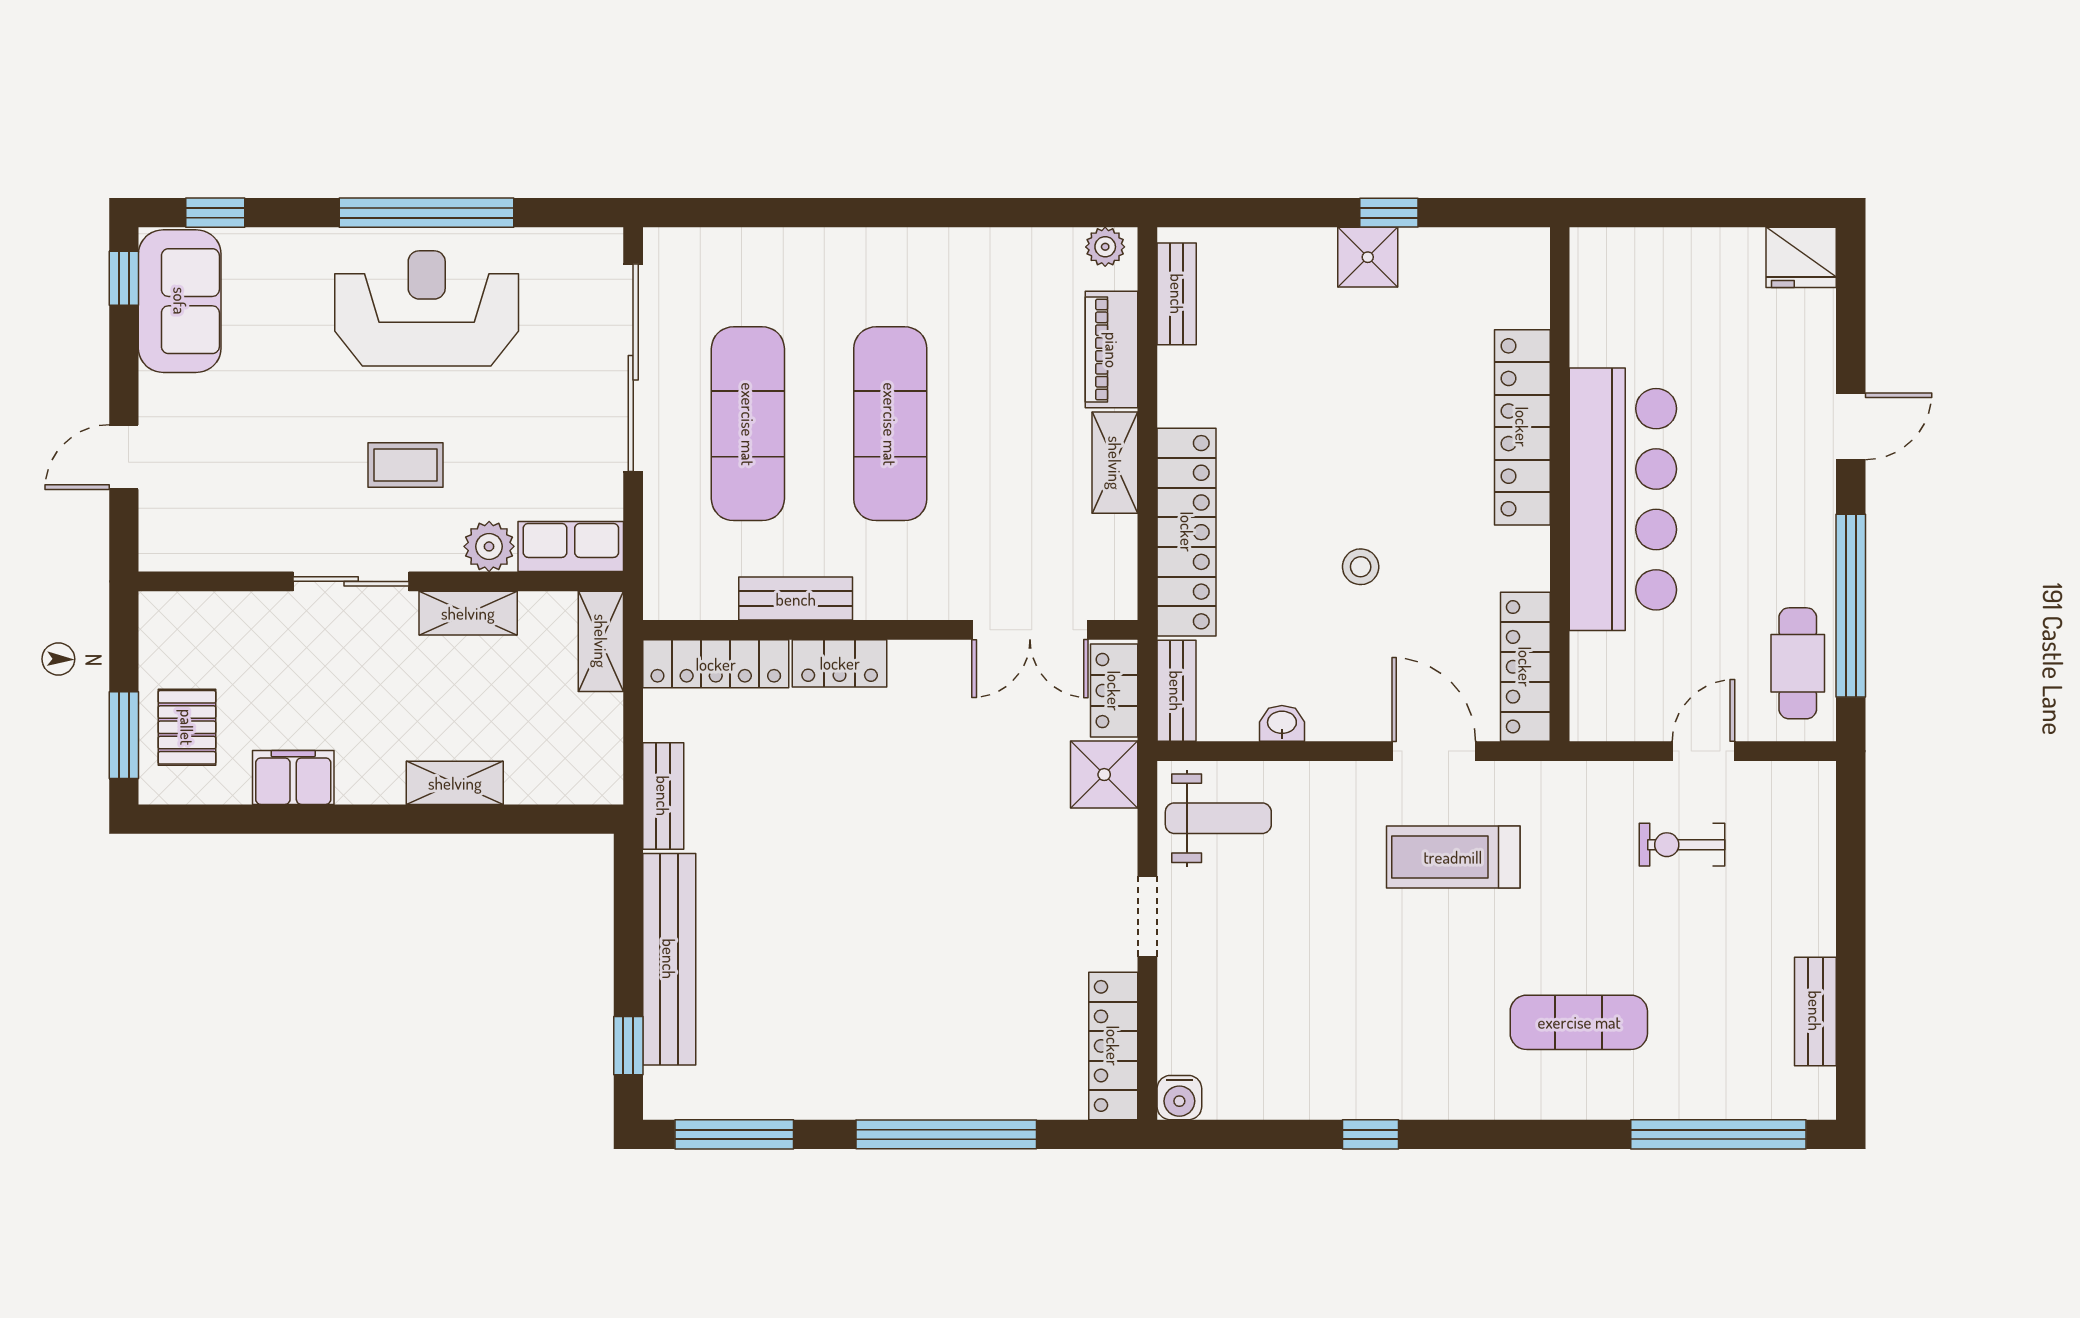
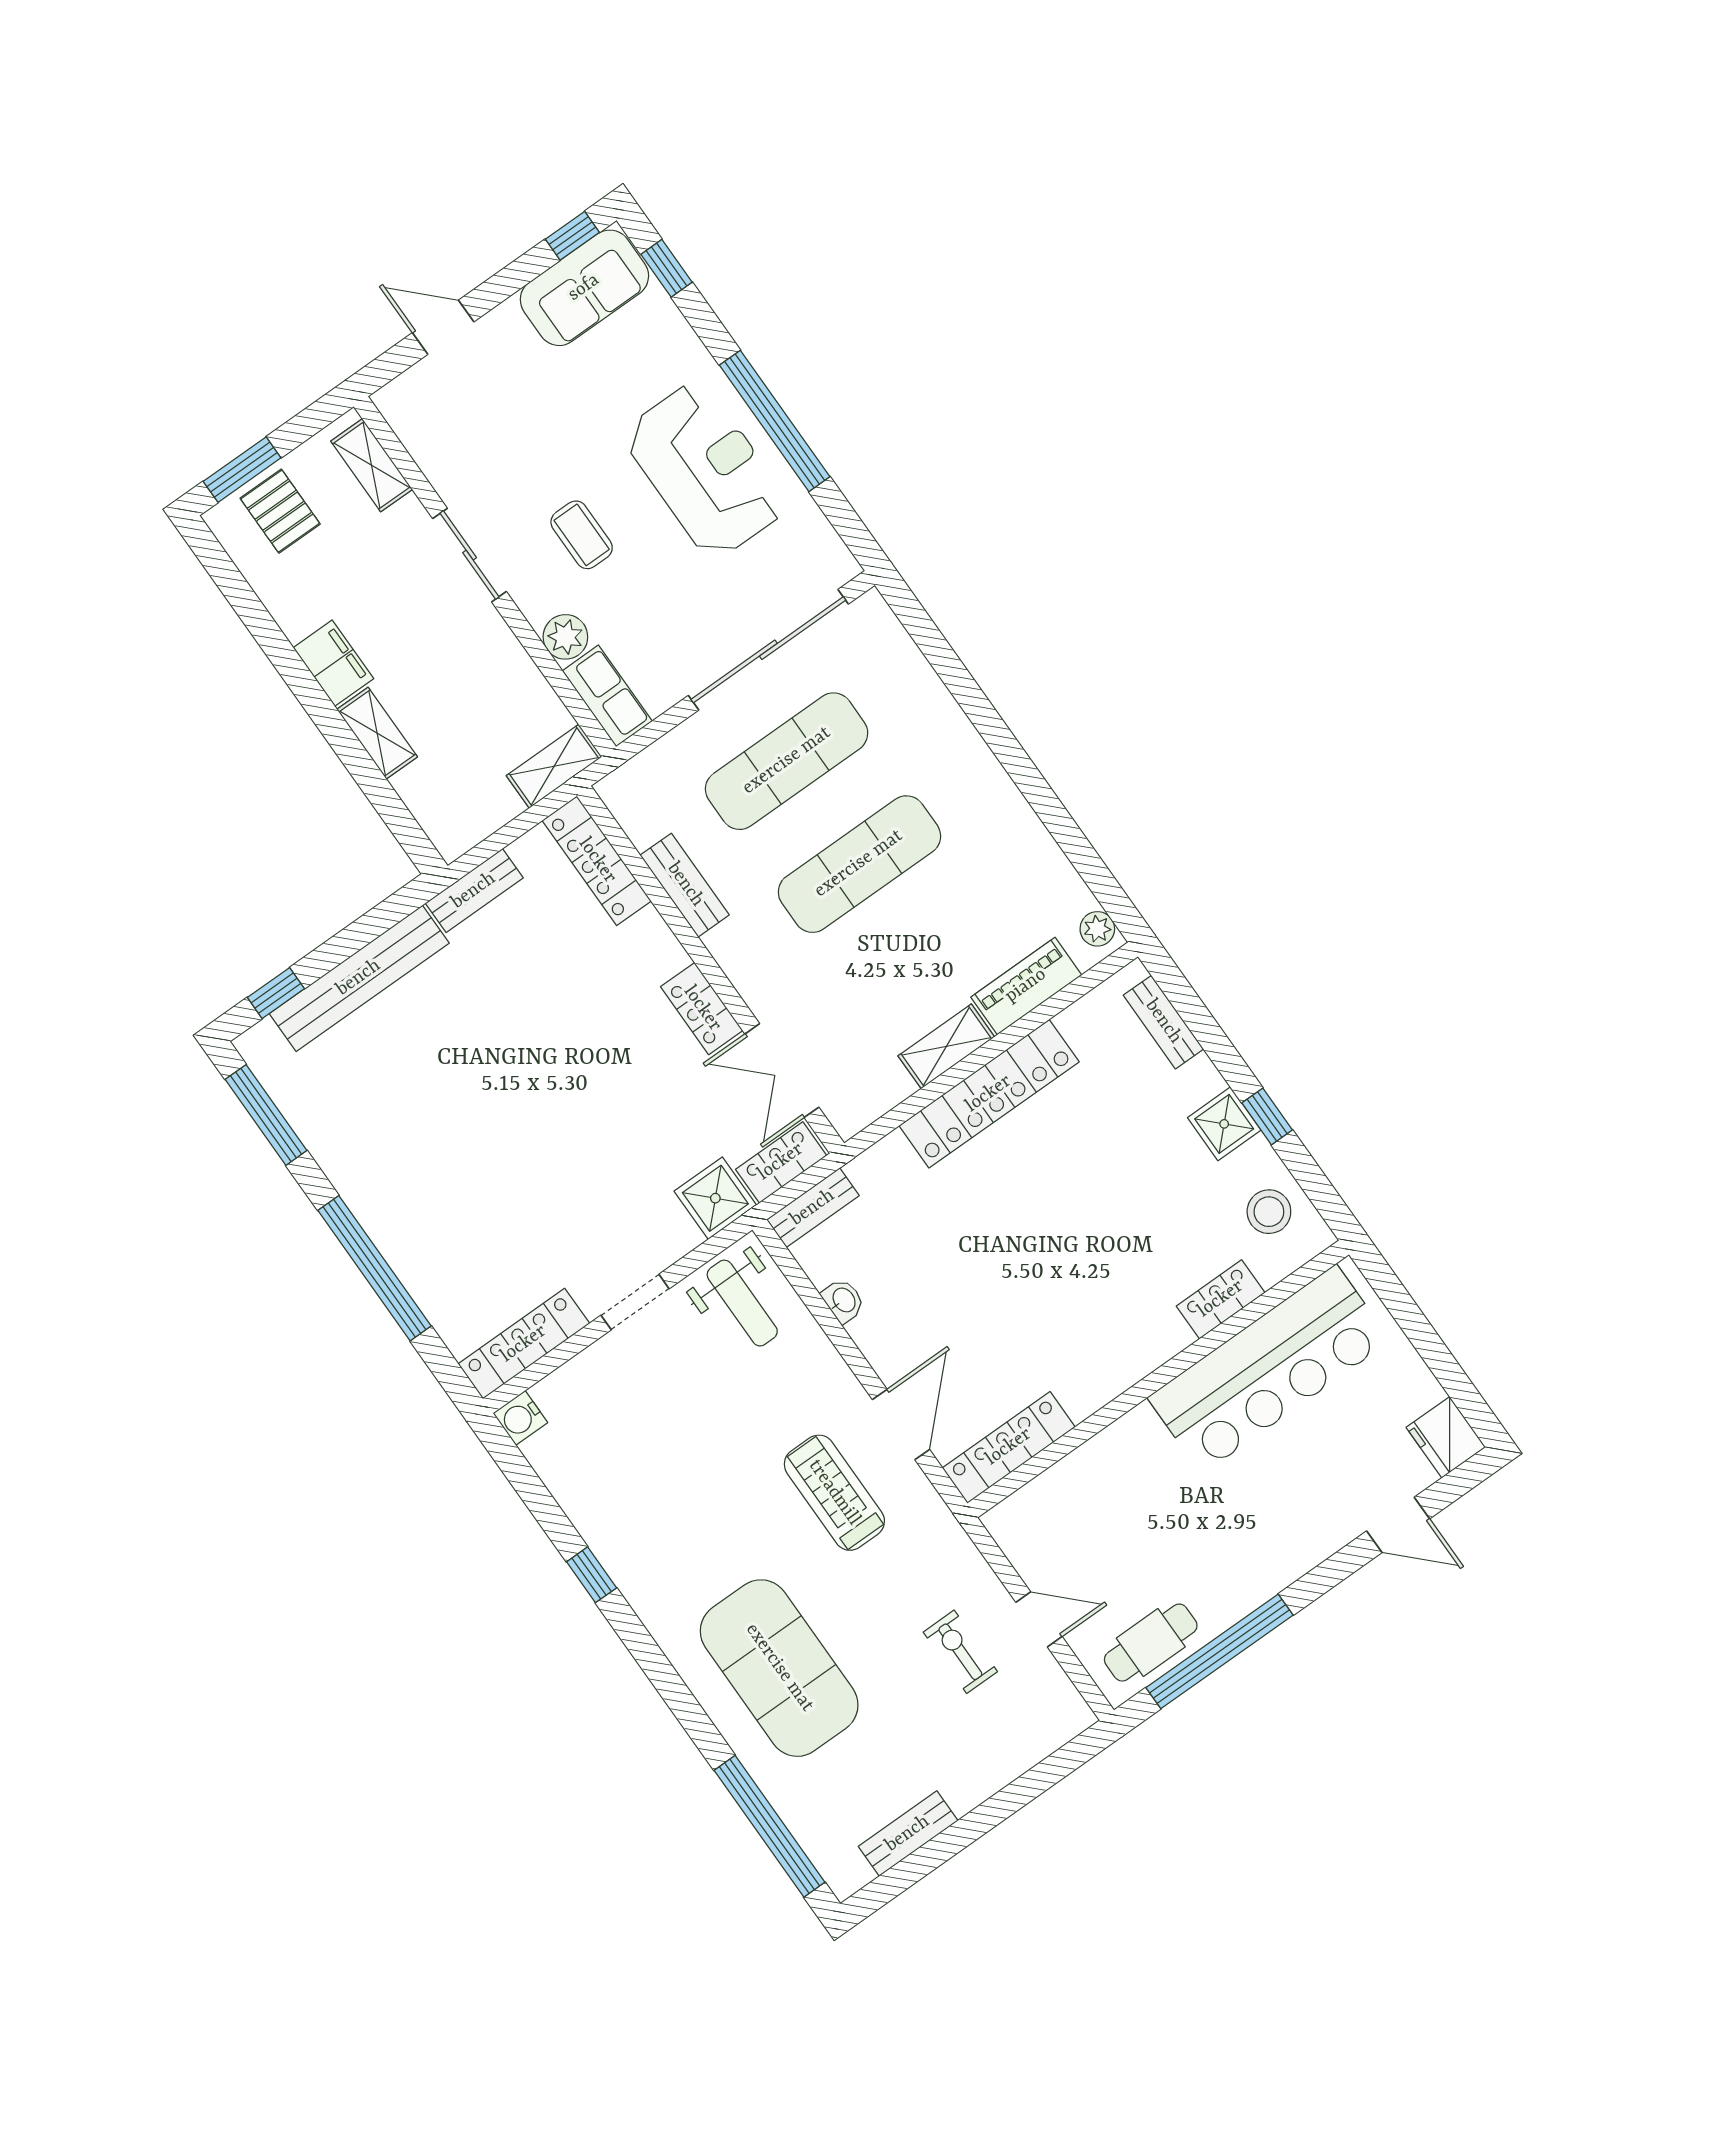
bench: (1177, 294) -> (1163, 1022), moved, turned 90
door: (1851, 426) -> (1398, 1525), moved
locker: (1522, 427) -> (1221, 1299), width x0.46, depth x0.83
bar counter: (1623, 499) -> (1269, 1369), moved
locker: (1187, 532) -> (989, 1094), moved
stool: (1361, 567) -> (1269, 1212), moved, width x1.37, depth x1.37
shelving: (468, 613) -> (372, 465), moved
locker: (840, 663) -> (702, 1009), moved
pallet: (187, 727) -> (280, 511), turned 90
filing cabinet: (293, 777) -> (333, 663), moved
exercise mat: (1579, 1022) -> (779, 1668), width x2.00, depth x1.45

